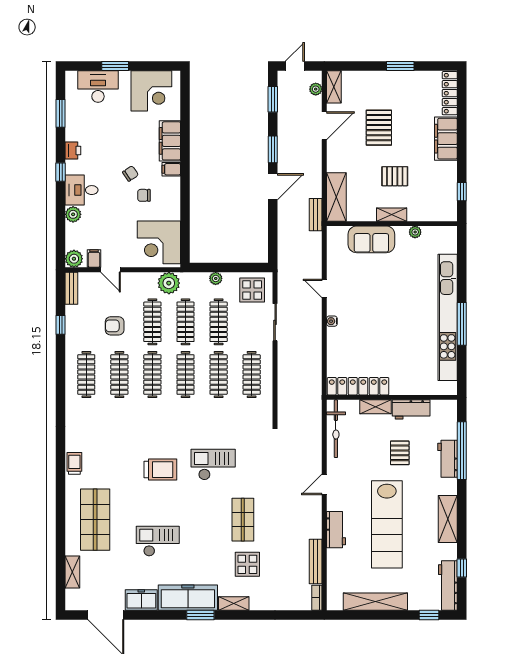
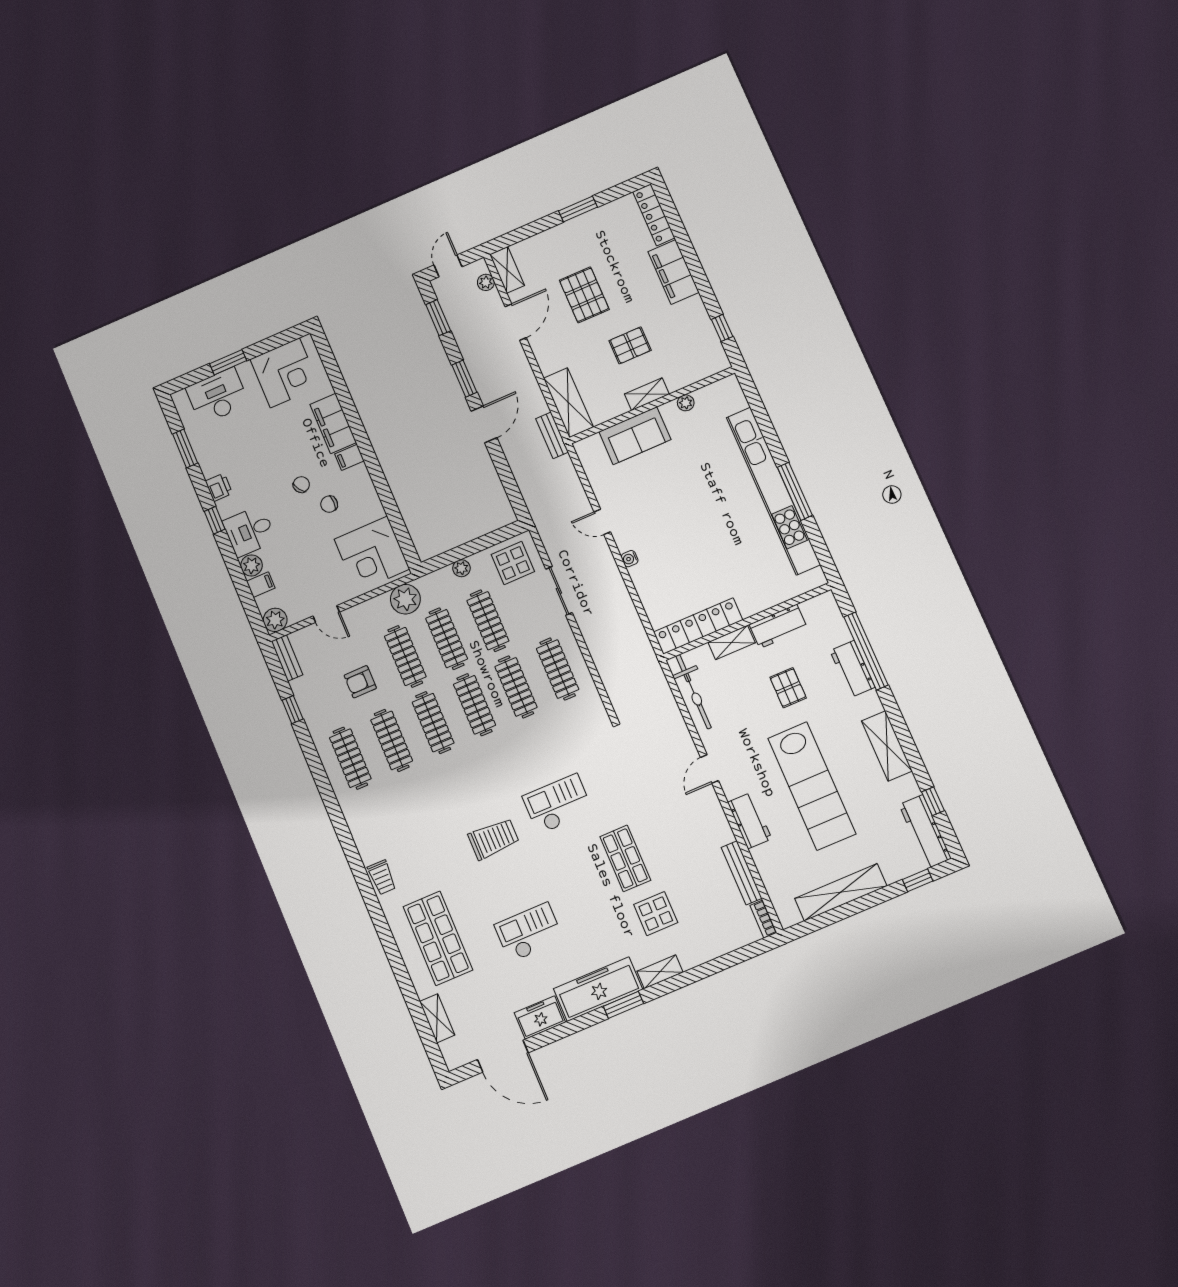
filing cabinet: (94, 259) -> (261, 585), moved, turned 90
trolley: (74, 463) -> (382, 877), turned 180

